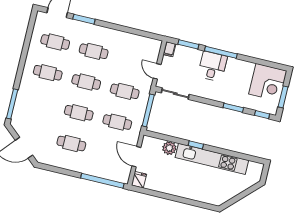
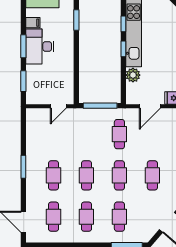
window: (84, 19) -> (23, 167), moved
filing cabinet: (169, 49) -> (33, 23), moved
window: (221, 52) -> (23, 46), width x0.69
desk: (212, 66) -> (40, 47), width x1.37
cafe table: (125, 91) -> (119, 217), moved
sliding door: (175, 94) -> (76, 82), removed
window: (219, 151) -> (123, 24), added

